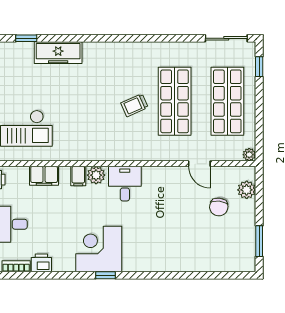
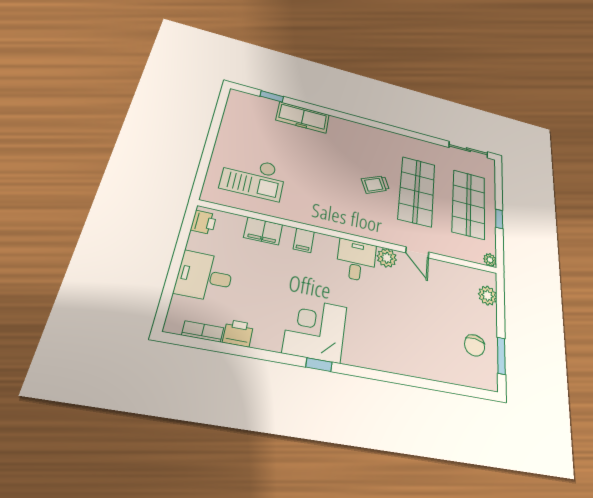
window: (259, 67) -> (499, 219), moved
door: (199, 164) -> (417, 252), moved
plant: (96, 175) -> (387, 258), moved
chair: (219, 207) -> (475, 345), moved

